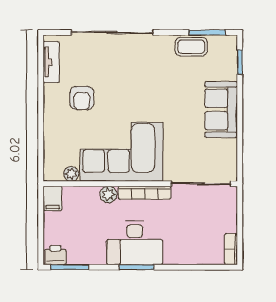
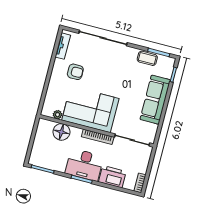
armchair: (82, 98) -> (75, 72), turned -90
sofa: (221, 110) -> (155, 100), width x1.36
plant: (108, 194) -> (76, 132), removed
filing cabinet: (53, 198) -> (43, 126), removed
floor lamp: (85, 200) -> (61, 132), added
printer: (56, 255) -> (112, 177), moved, width x1.87, depth x1.48

